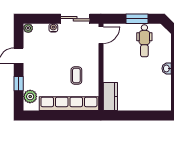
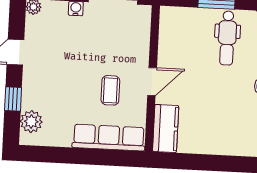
door: (101, 35) -> (152, 82), moved
row of seats: (69, 104) -> (109, 138), width x0.73

